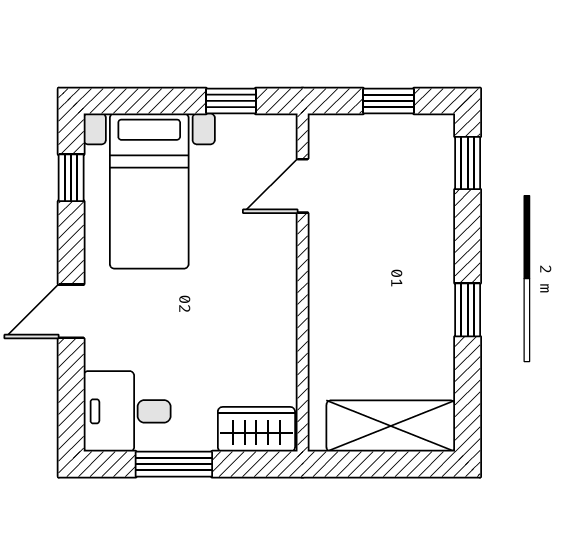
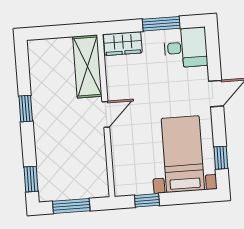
window: (388, 101) -> (71, 206), width x1.50
door: (303, 186) -> (106, 114), moved
shelving: (391, 426) -> (87, 66), moved, turned 90

